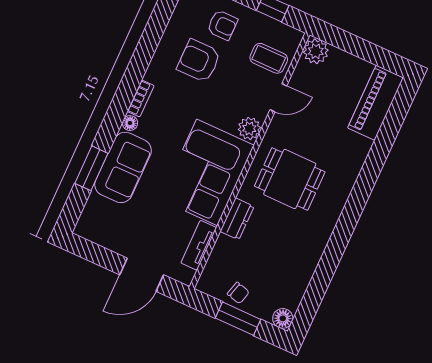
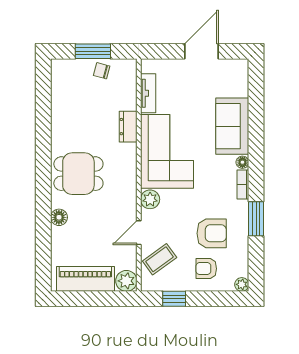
coffee table: (269, 58) -> (160, 259), turned -36
piano: (376, 103) -> (85, 279), moved, turned -90
window: (91, 168) -> (256, 219), moved
dining table: (290, 179) -> (78, 174), moved
door: (142, 275) -> (202, 51), moved
floor lamp: (283, 318) -> (59, 217), moved

